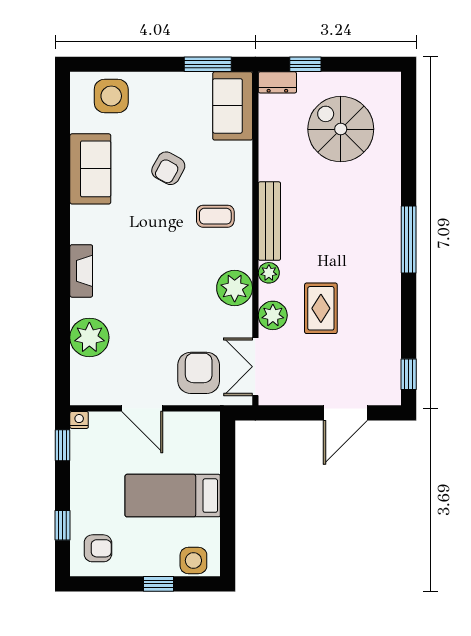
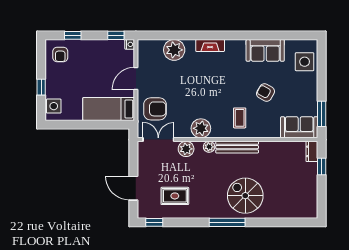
spiral stairs: (341, 129) -> (245, 196), moved, turned -90
rug: (321, 308) -> (175, 196), moved
bed: (173, 496) -> (109, 109), moved, turned -90

